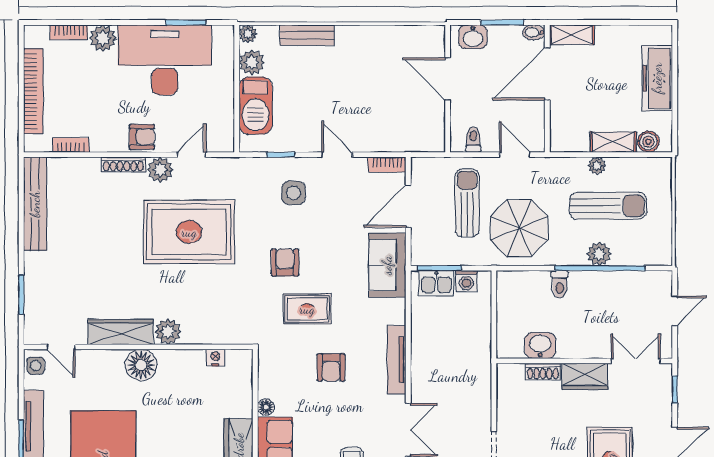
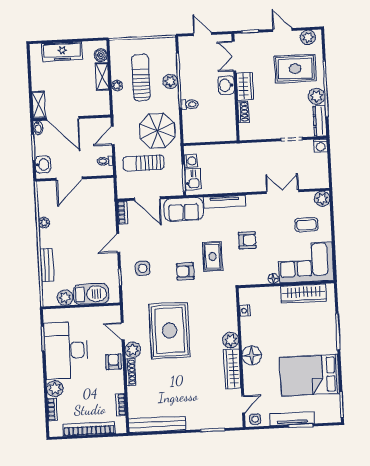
plant: (248, 34) -> (44, 223), moved
washbasin: (540, 346) -> (226, 85), moved
tv unit: (397, 360) -> (225, 202), moved

